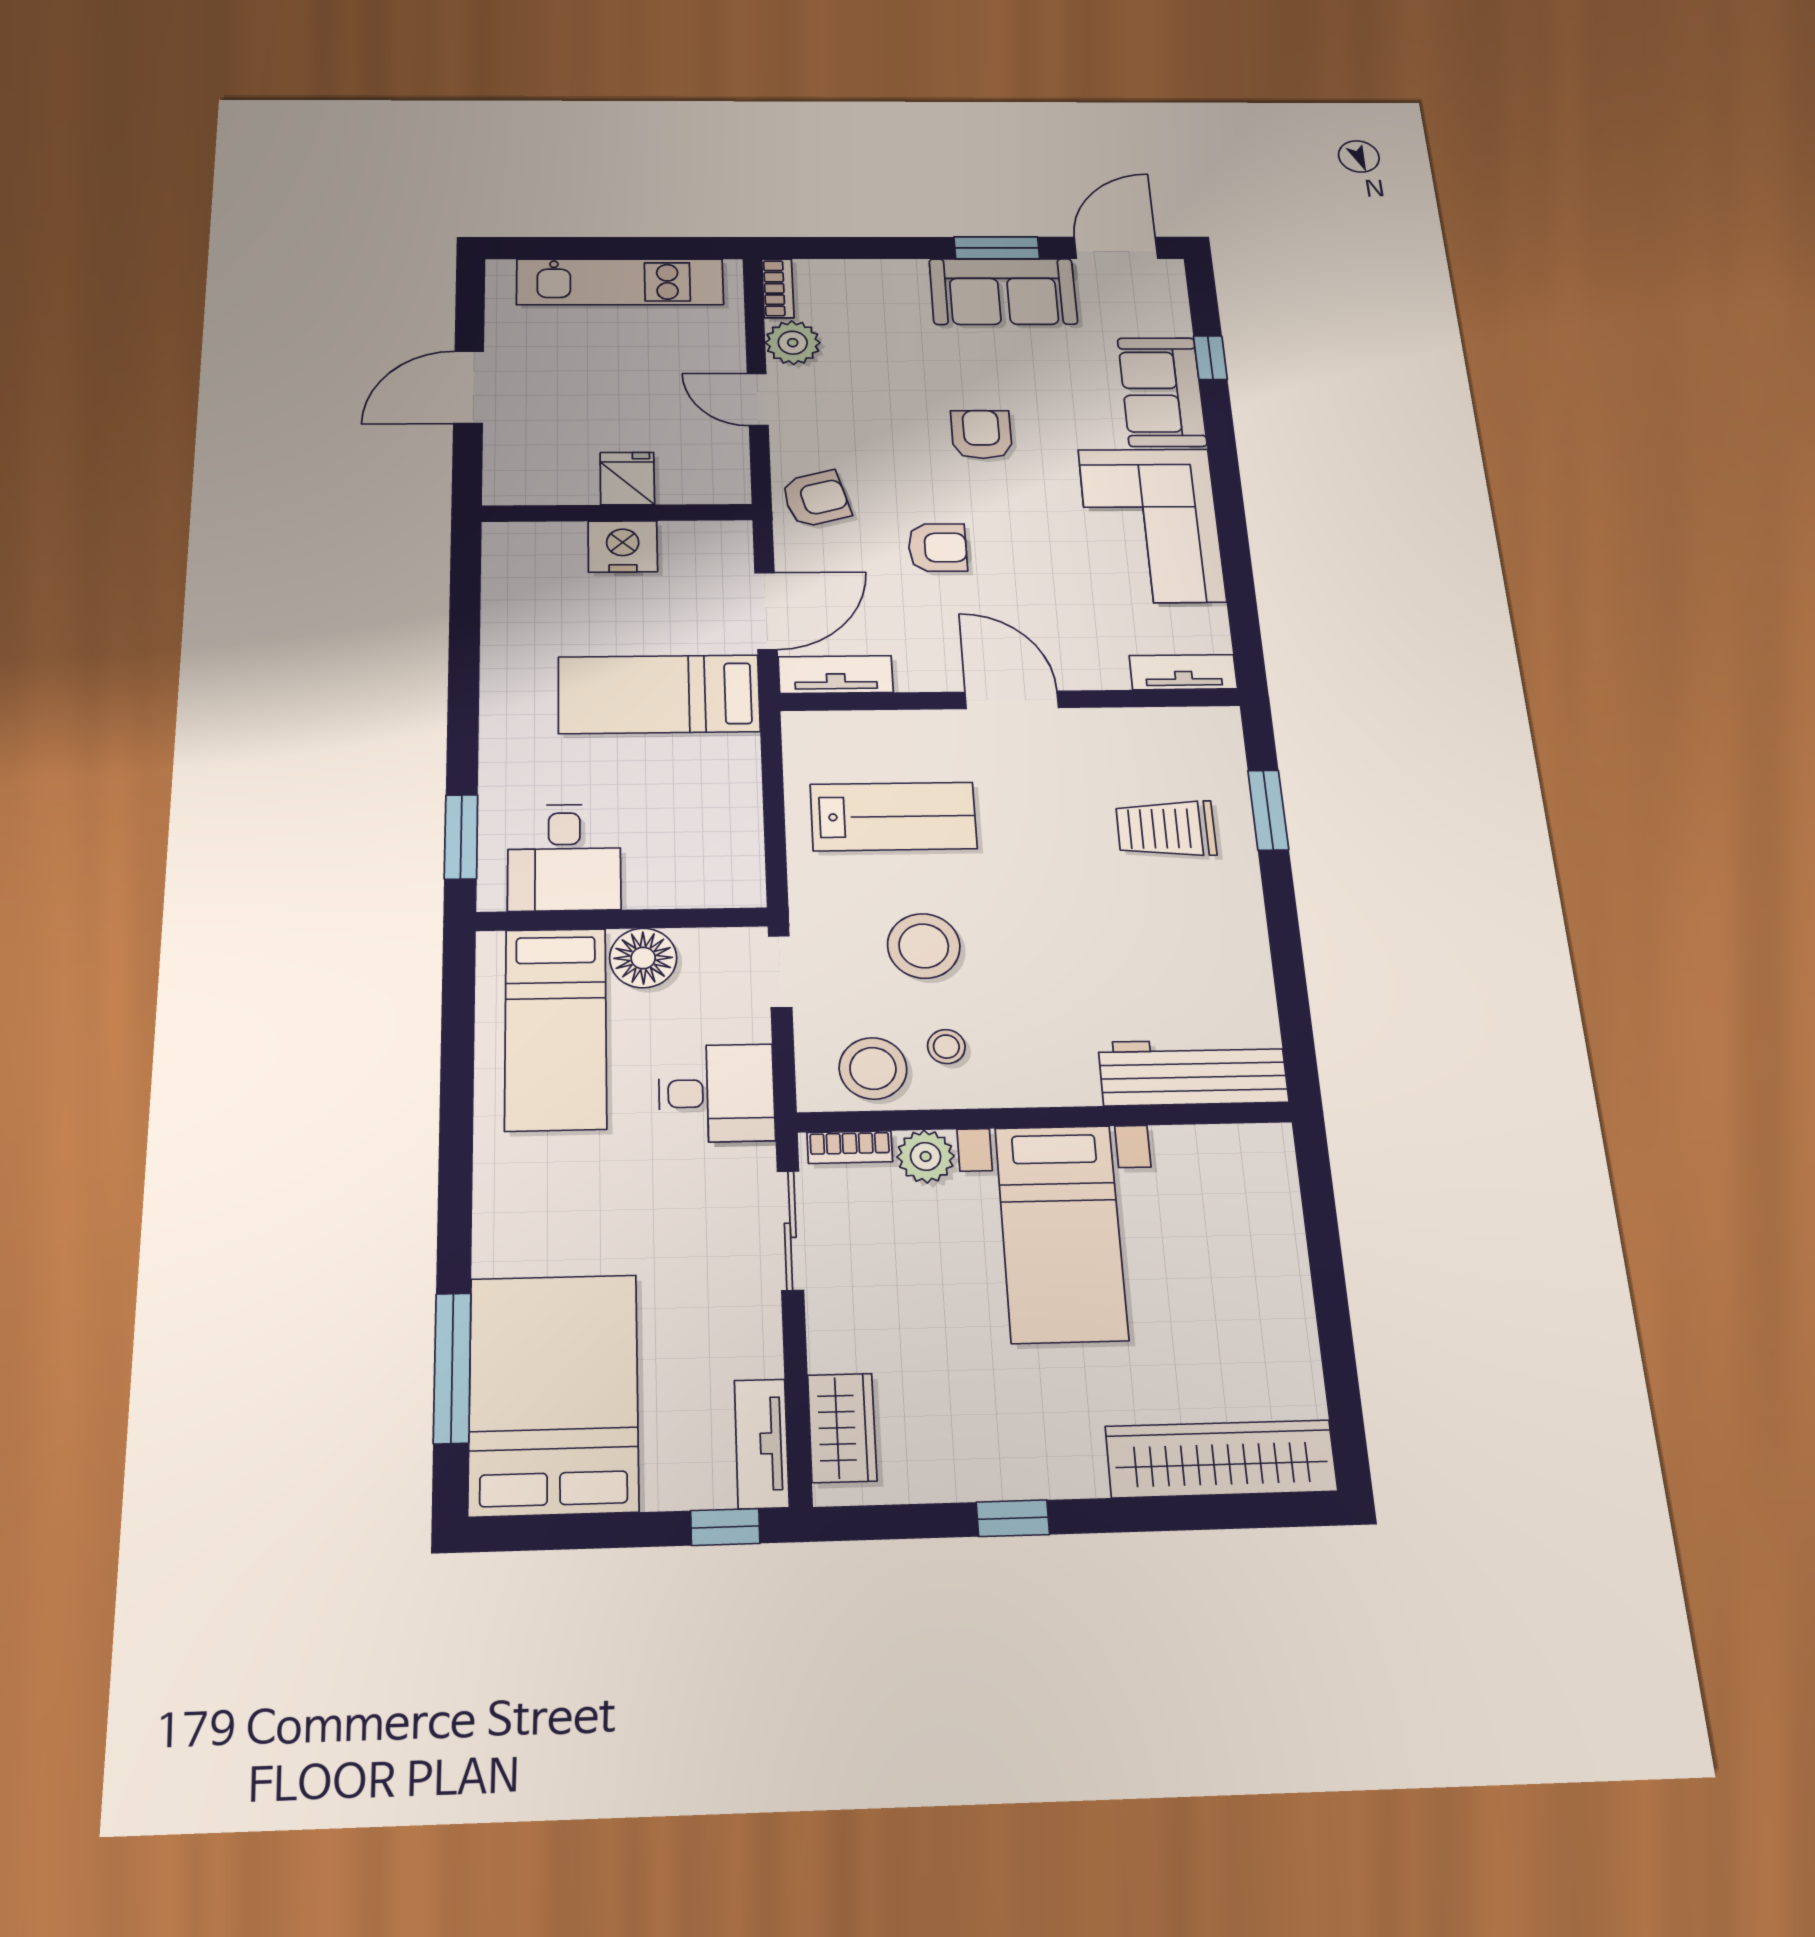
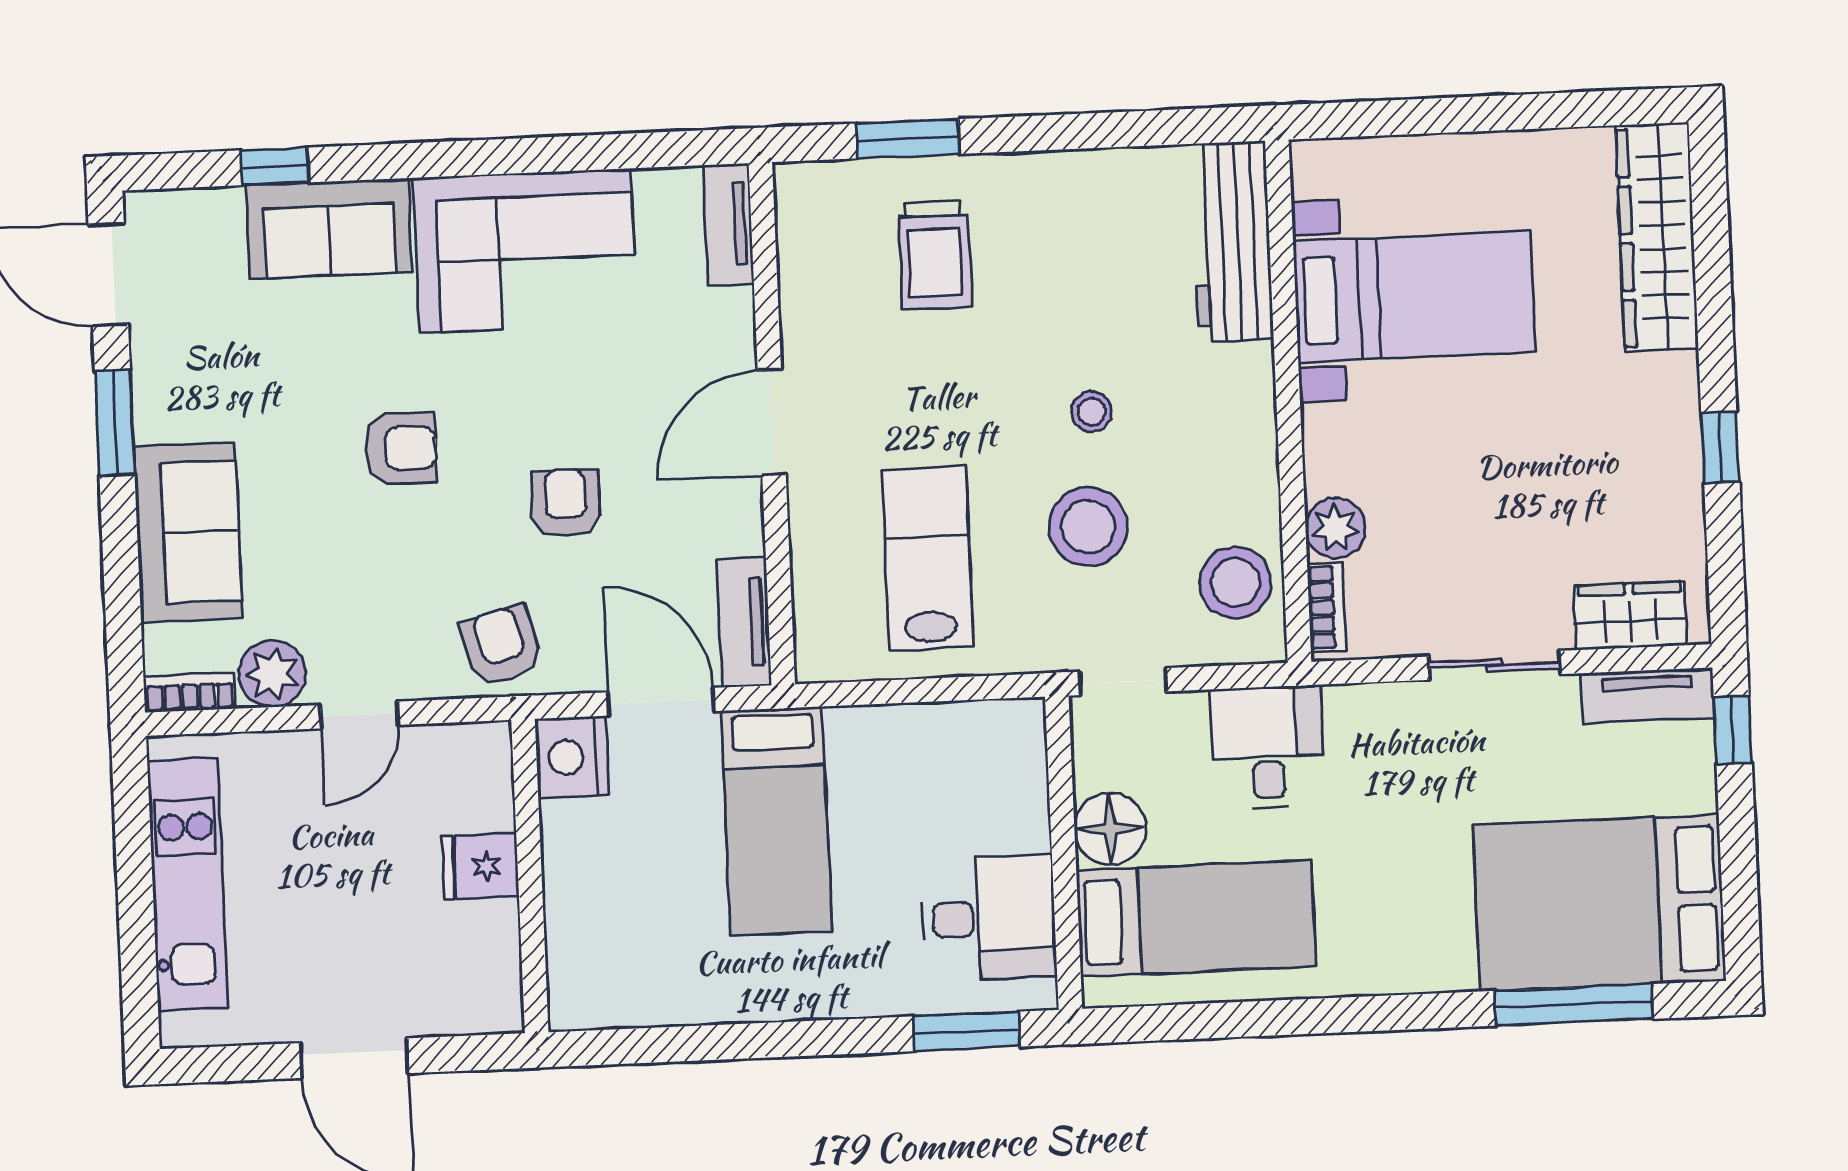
sofa: (1003, 291) -> (188, 533), moved
armchair: (981, 434) -> (401, 448), turned 180
nightstand: (623, 546) -> (572, 757), moved
stool: (946, 1047) -> (1092, 412), moved
sliding door: (790, 1230) -> (1495, 665), moved
bed with nightstands: (1061, 1233) -> (1414, 297), moved

